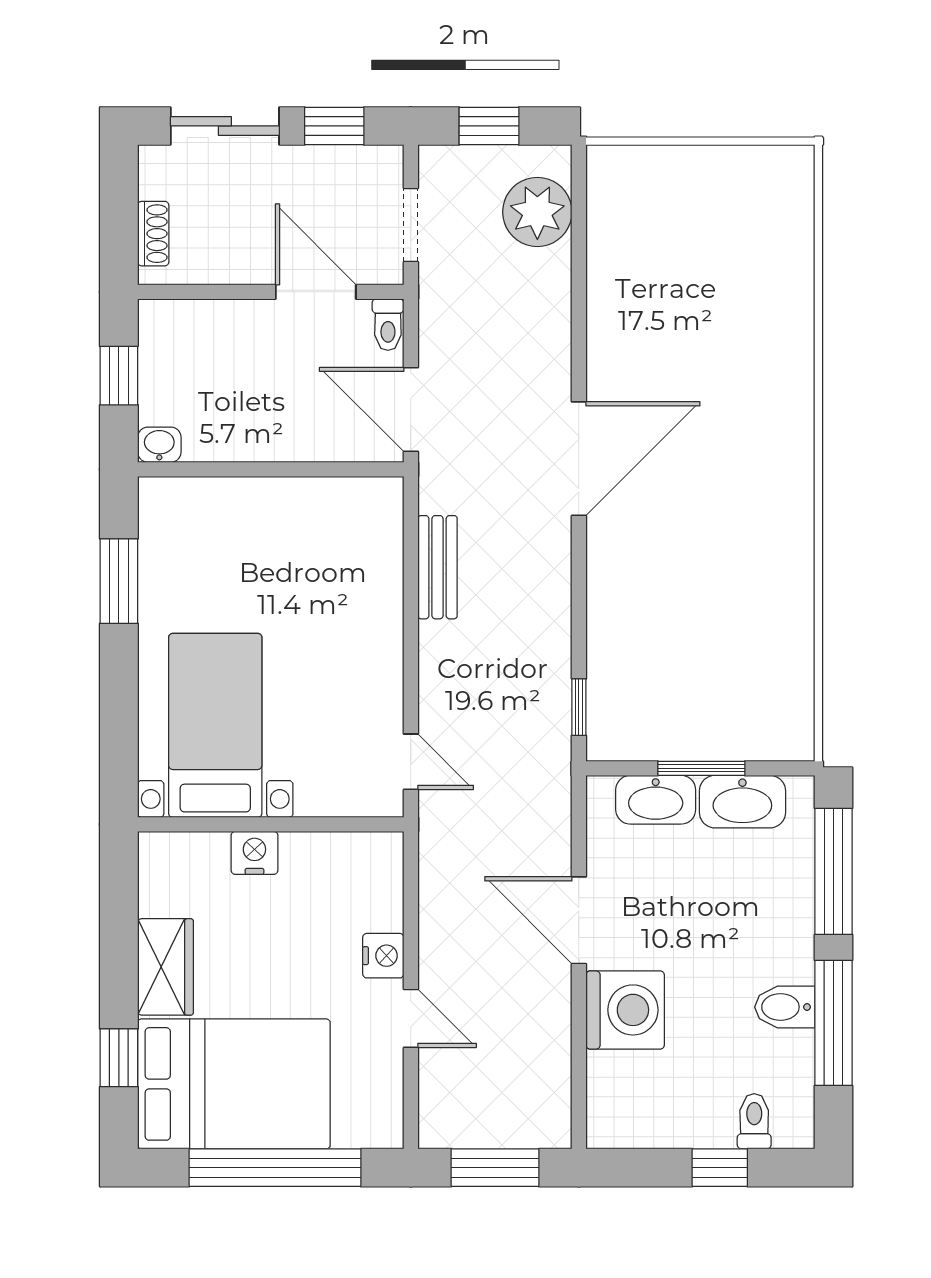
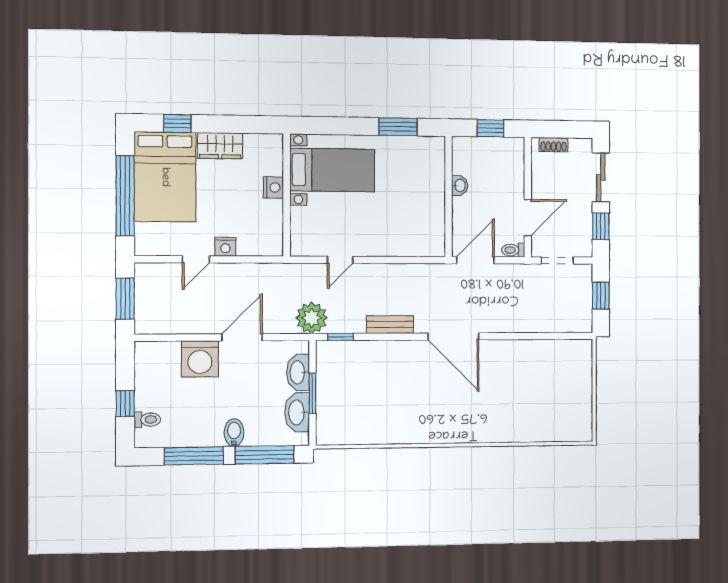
plant: (537, 212) -> (312, 318), moved
washbasin: (159, 445) -> (460, 185), moved
bench: (438, 567) -> (390, 325), moved
door: (411, 762) -> (340, 260), moved
bidet: (785, 1007) -> (234, 433), moved

